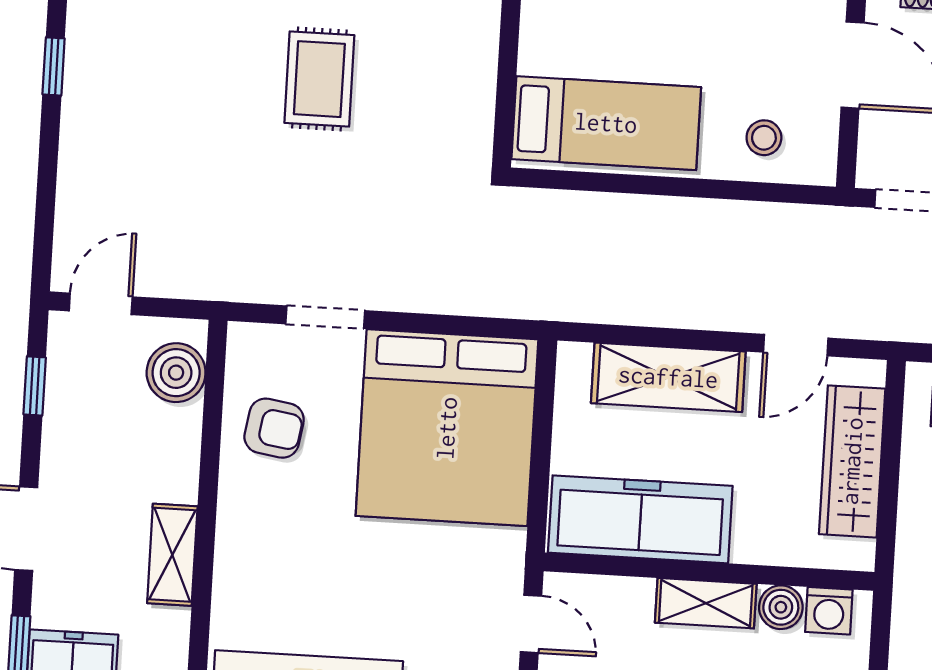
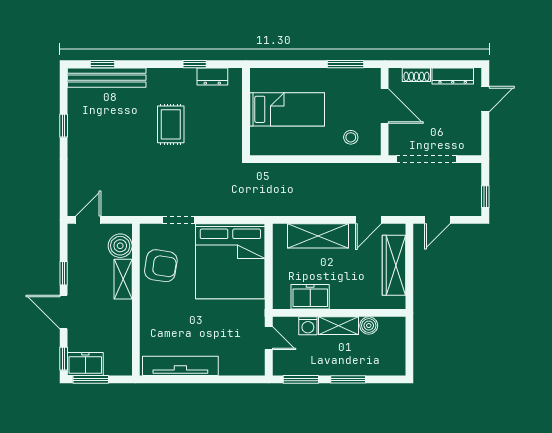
bed: (606, 123) -> (287, 109), moved
window: (35, 386) -> (64, 273), moved
armchair: (274, 428) -> (161, 266), width x1.38, depth x1.38
freezer: (640, 519) -> (310, 297), width x0.52, depth x0.79
shelving: (172, 555) -> (123, 279), moved
washing machine: (829, 611) -> (308, 326), moved

